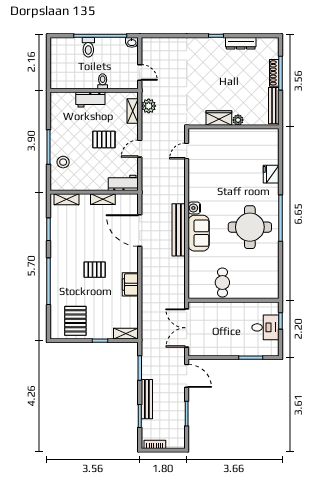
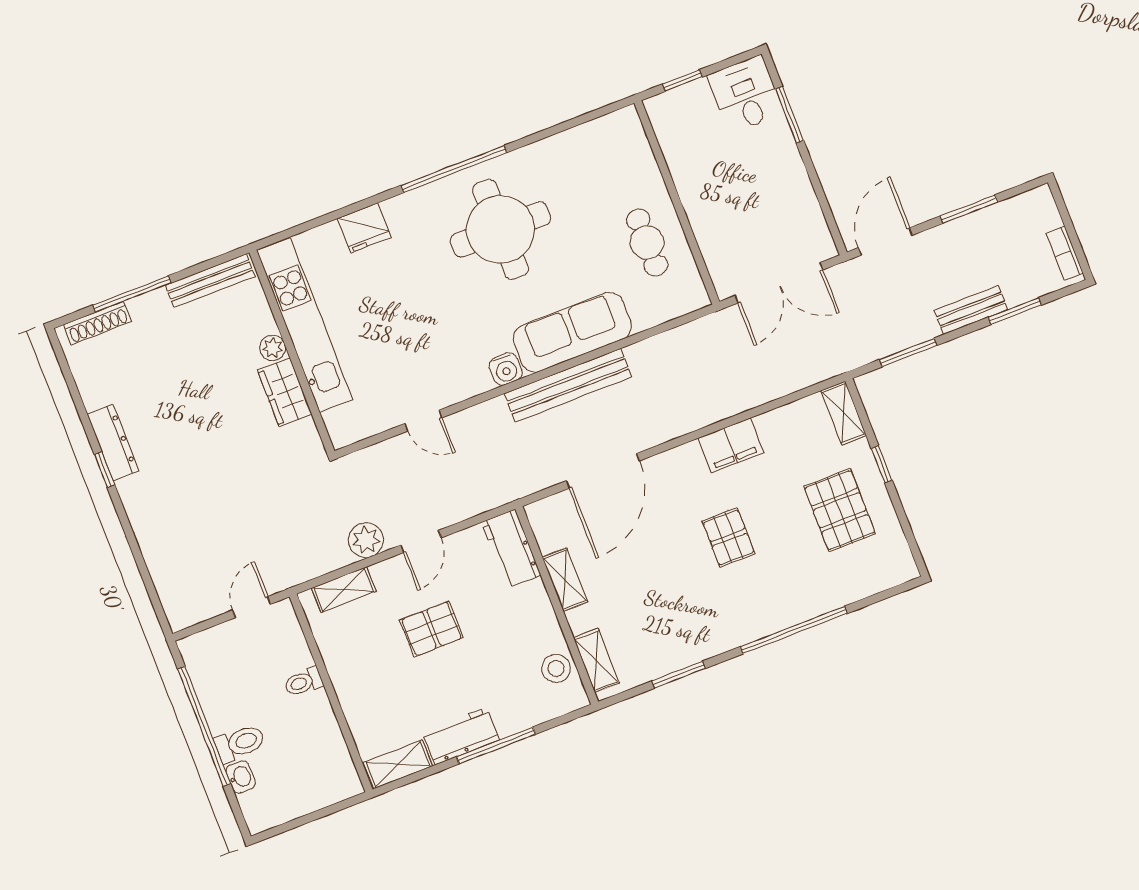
washbasin: (132, 42) -> (241, 777), moved
dresser: (241, 43) -> (113, 442), moved
shoe rack: (274, 73) -> (98, 323), moved
workbench: (90, 100) -> (461, 736), moved, turned -90
shelving: (56, 106) -> (398, 764), added
plant: (149, 106) -> (366, 540), moved
kitchen unit: (242, 136) -> (305, 325), added
pallet: (104, 140) -> (432, 629), turned 90
door: (140, 149) -> (421, 542), hinge flipped
door: (187, 151) -> (423, 421), moved
stool: (63, 162) -> (556, 668), moved
sofa: (199, 233) -> (572, 332), width x1.36
cafe table: (222, 283) -> (647, 242), turned 90
pallet: (75, 321) -> (840, 510), moved, turned 90
desk: (265, 327) -> (746, 94), moved
bench: (147, 399) -> (971, 310), width x0.73

